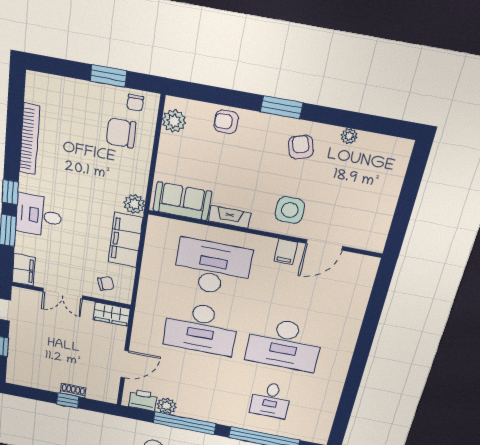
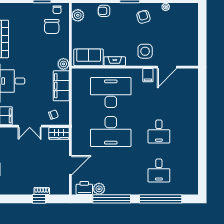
chair: (121, 133) -> (52, 27), turned -90
desk: (284, 344) -> (159, 132), width x0.53, depth x0.77

